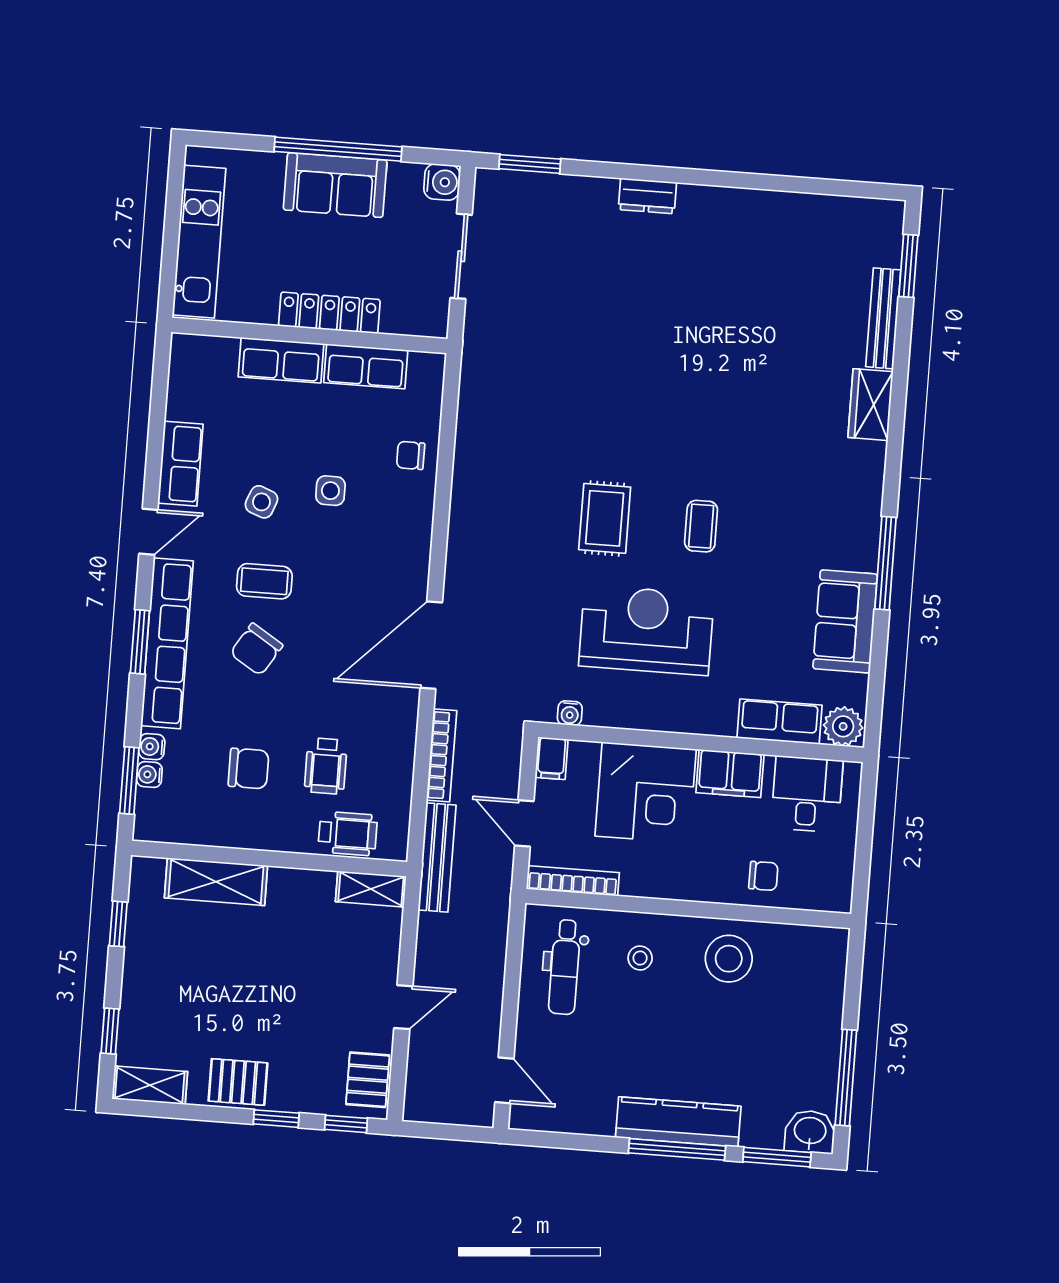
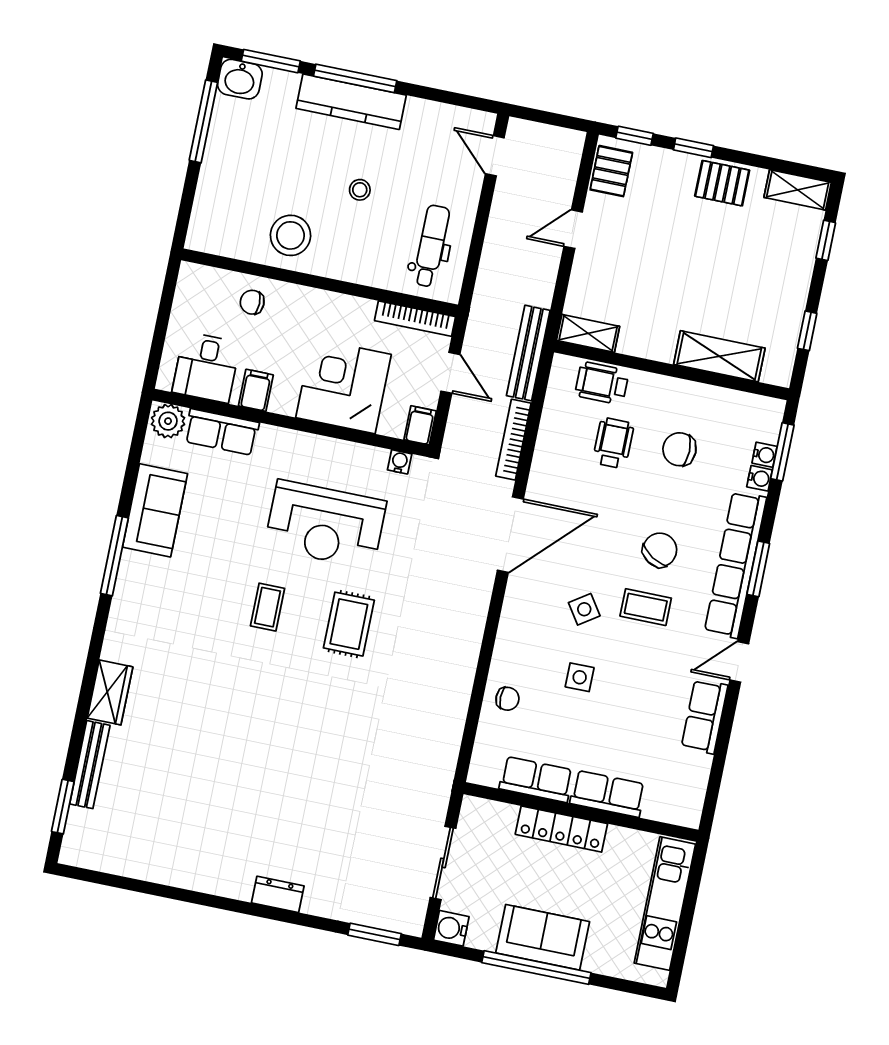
side table: (261, 502) -> (584, 609), moved, turned 35
filing cabinet: (730, 774) -> (256, 390), width x0.50
stool: (640, 958) -> (360, 190), moved

